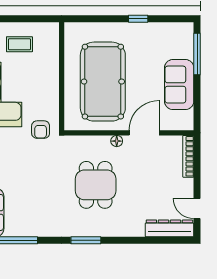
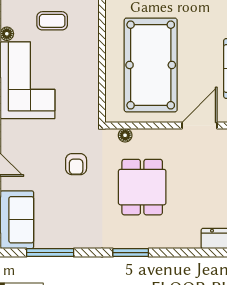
armchair: (41, 130) -> (76, 164), moved
floor lamp: (117, 141) -> (125, 135), moved

